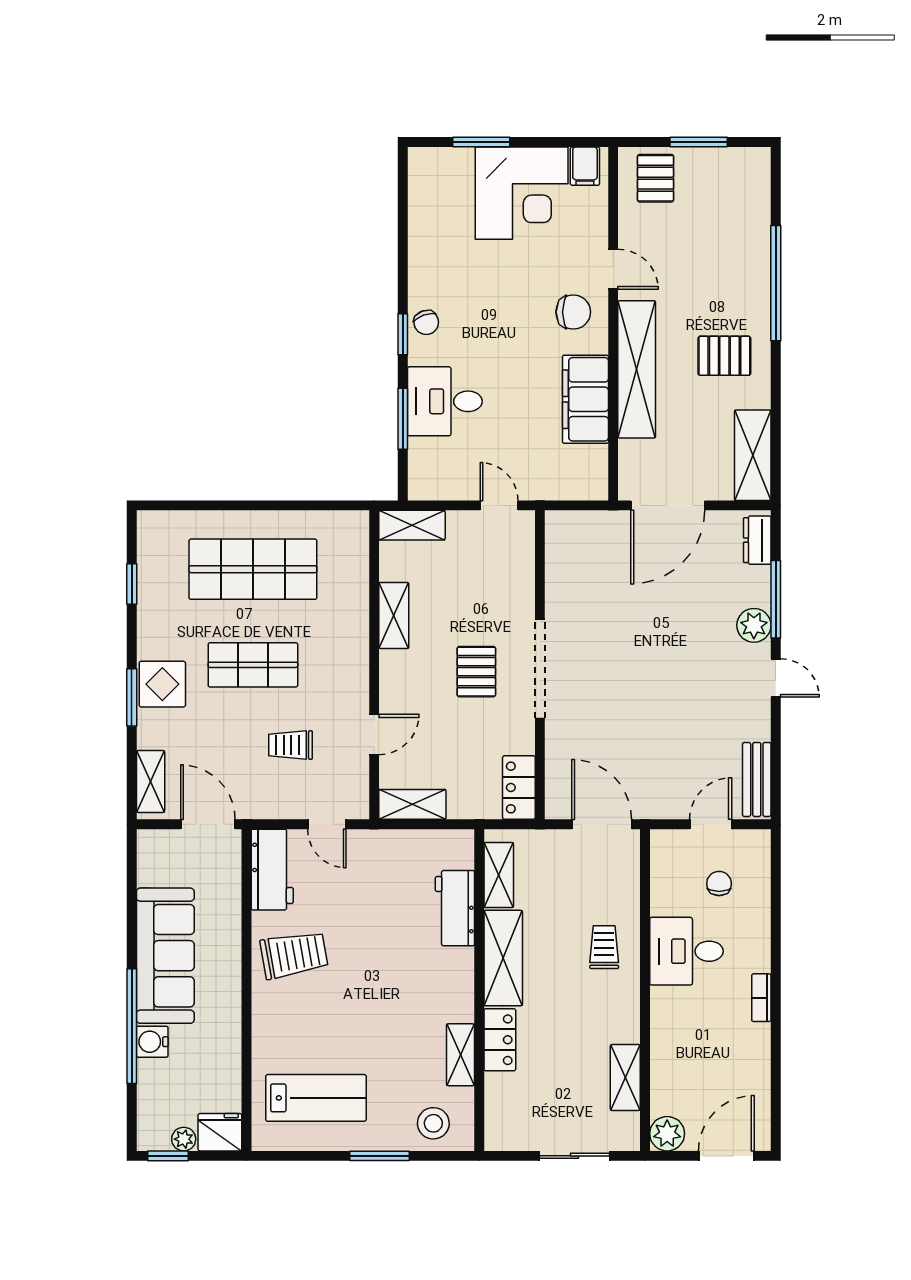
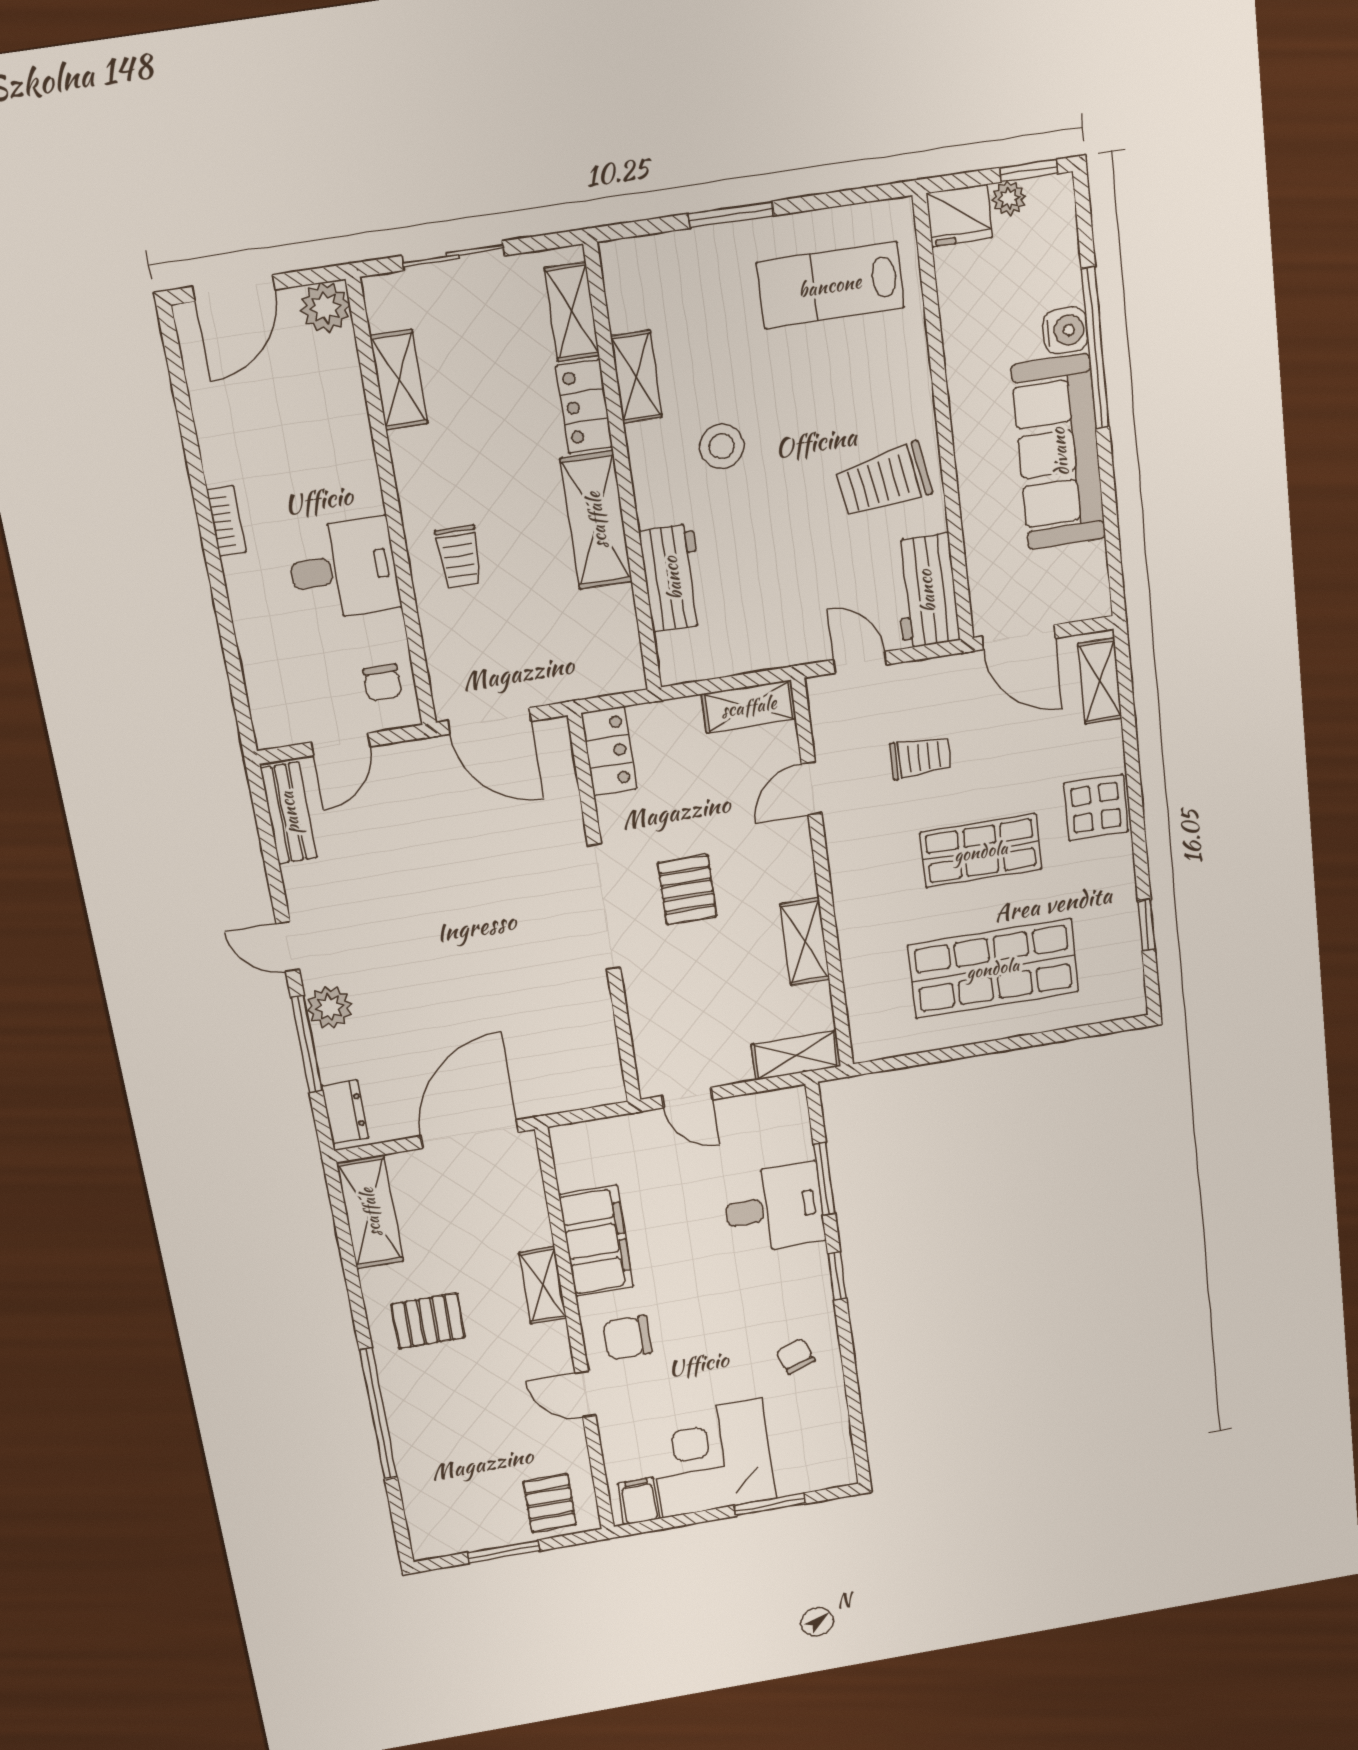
chair: (426, 322) -> (795, 1356), moved
shelving: (637, 369) -> (543, 1285), width x0.45, depth x0.75
window: (132, 697) -> (1134, 784), removed
shelving: (499, 875) -> (572, 312), moved
chair: (719, 884) -> (382, 682), moved
stool: (433, 1123) -> (722, 446), moved

